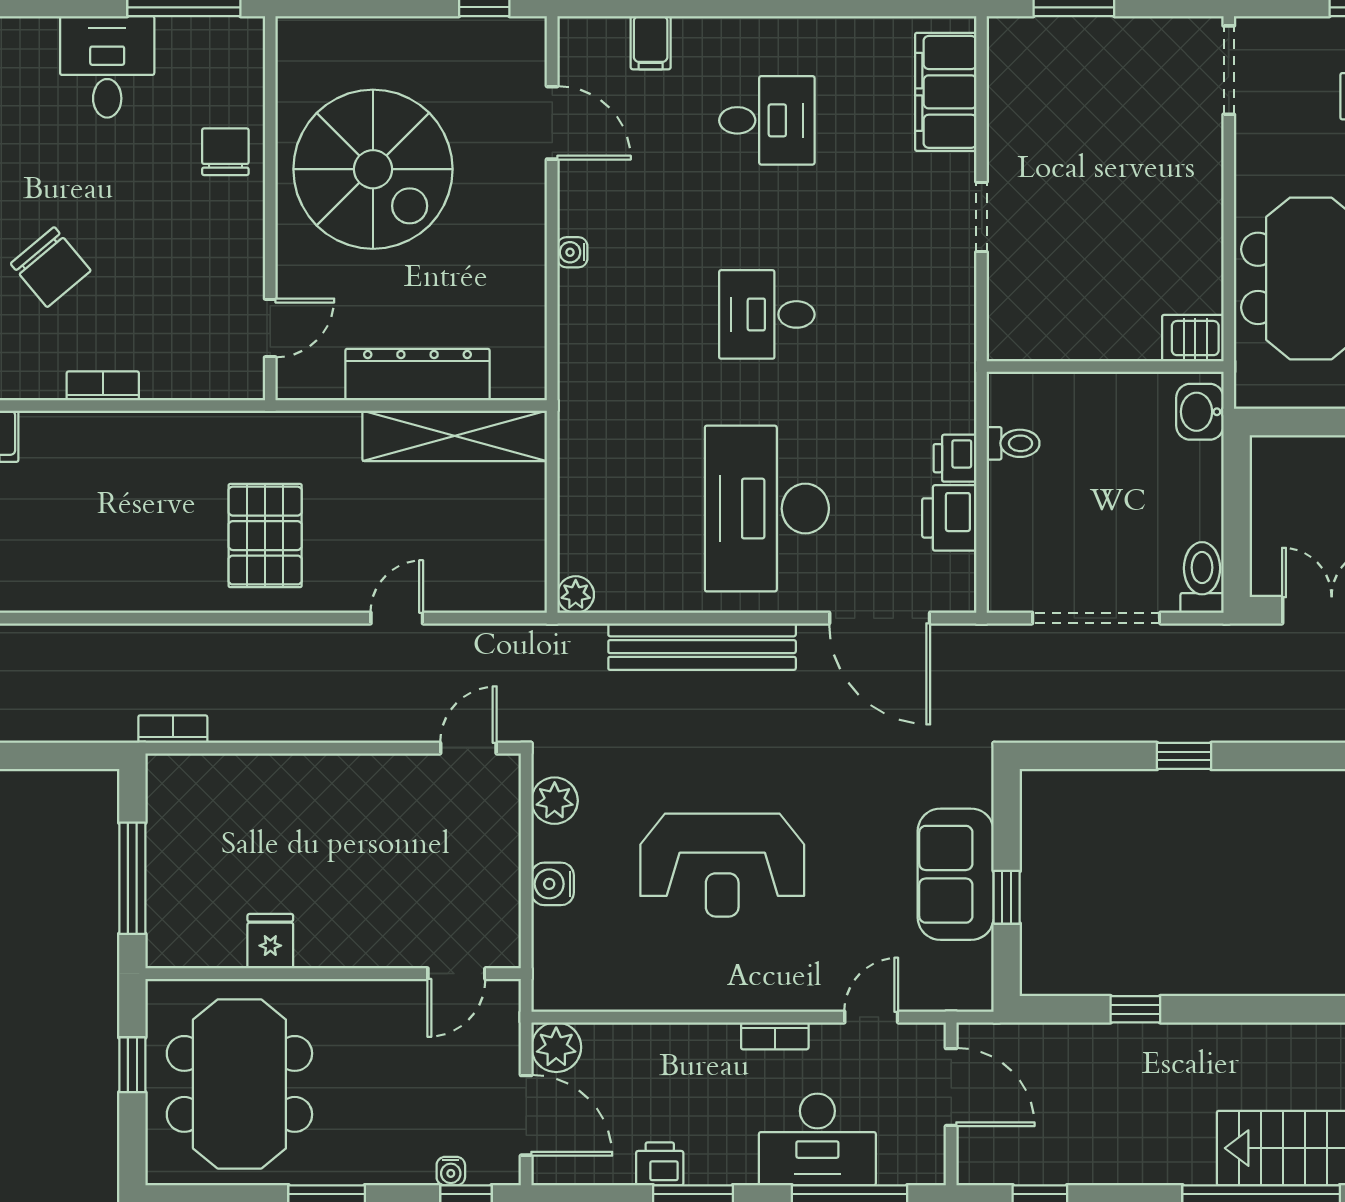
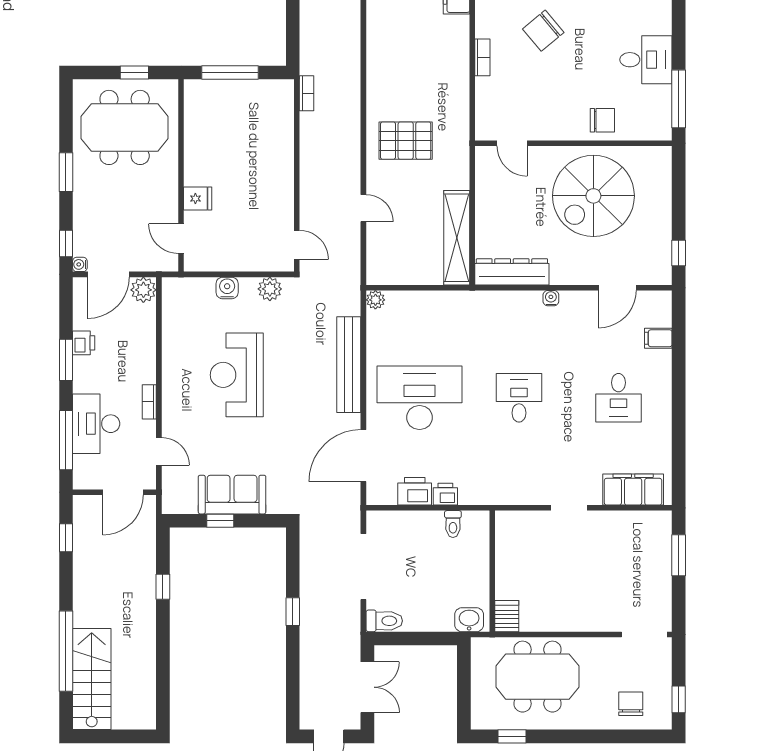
dresser: (417, 375) -> (512, 272), moved, turned -90
fridge: (270, 941) -> (198, 199), moved
water cooler: (451, 1171) -> (80, 264), moved

